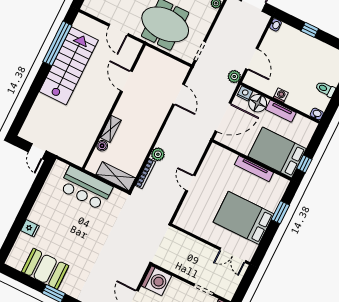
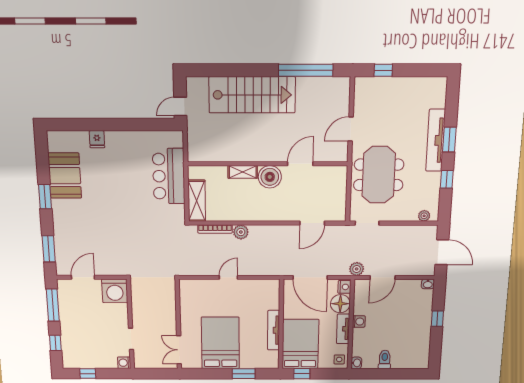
stairs: (69, 66) -> (252, 95), moved
side table: (307, 127) -> (339, 359), added
boiler: (102, 146) -> (270, 177), moved, width x1.86, depth x1.86

